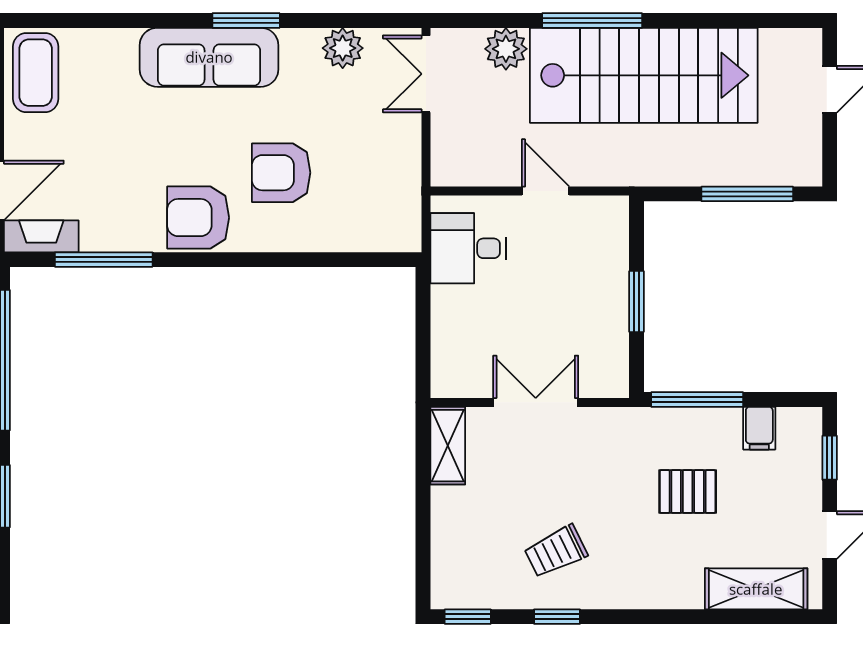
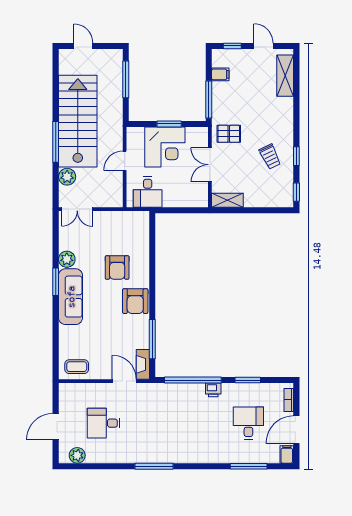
plant: (343, 48) -> (67, 259), moved
coffee table: (36, 73) -> (77, 367), width x0.73, depth x0.77
corner desk: (580, 291) -> (165, 147), added
pallet: (688, 492) -> (229, 134), moved, turned 90

